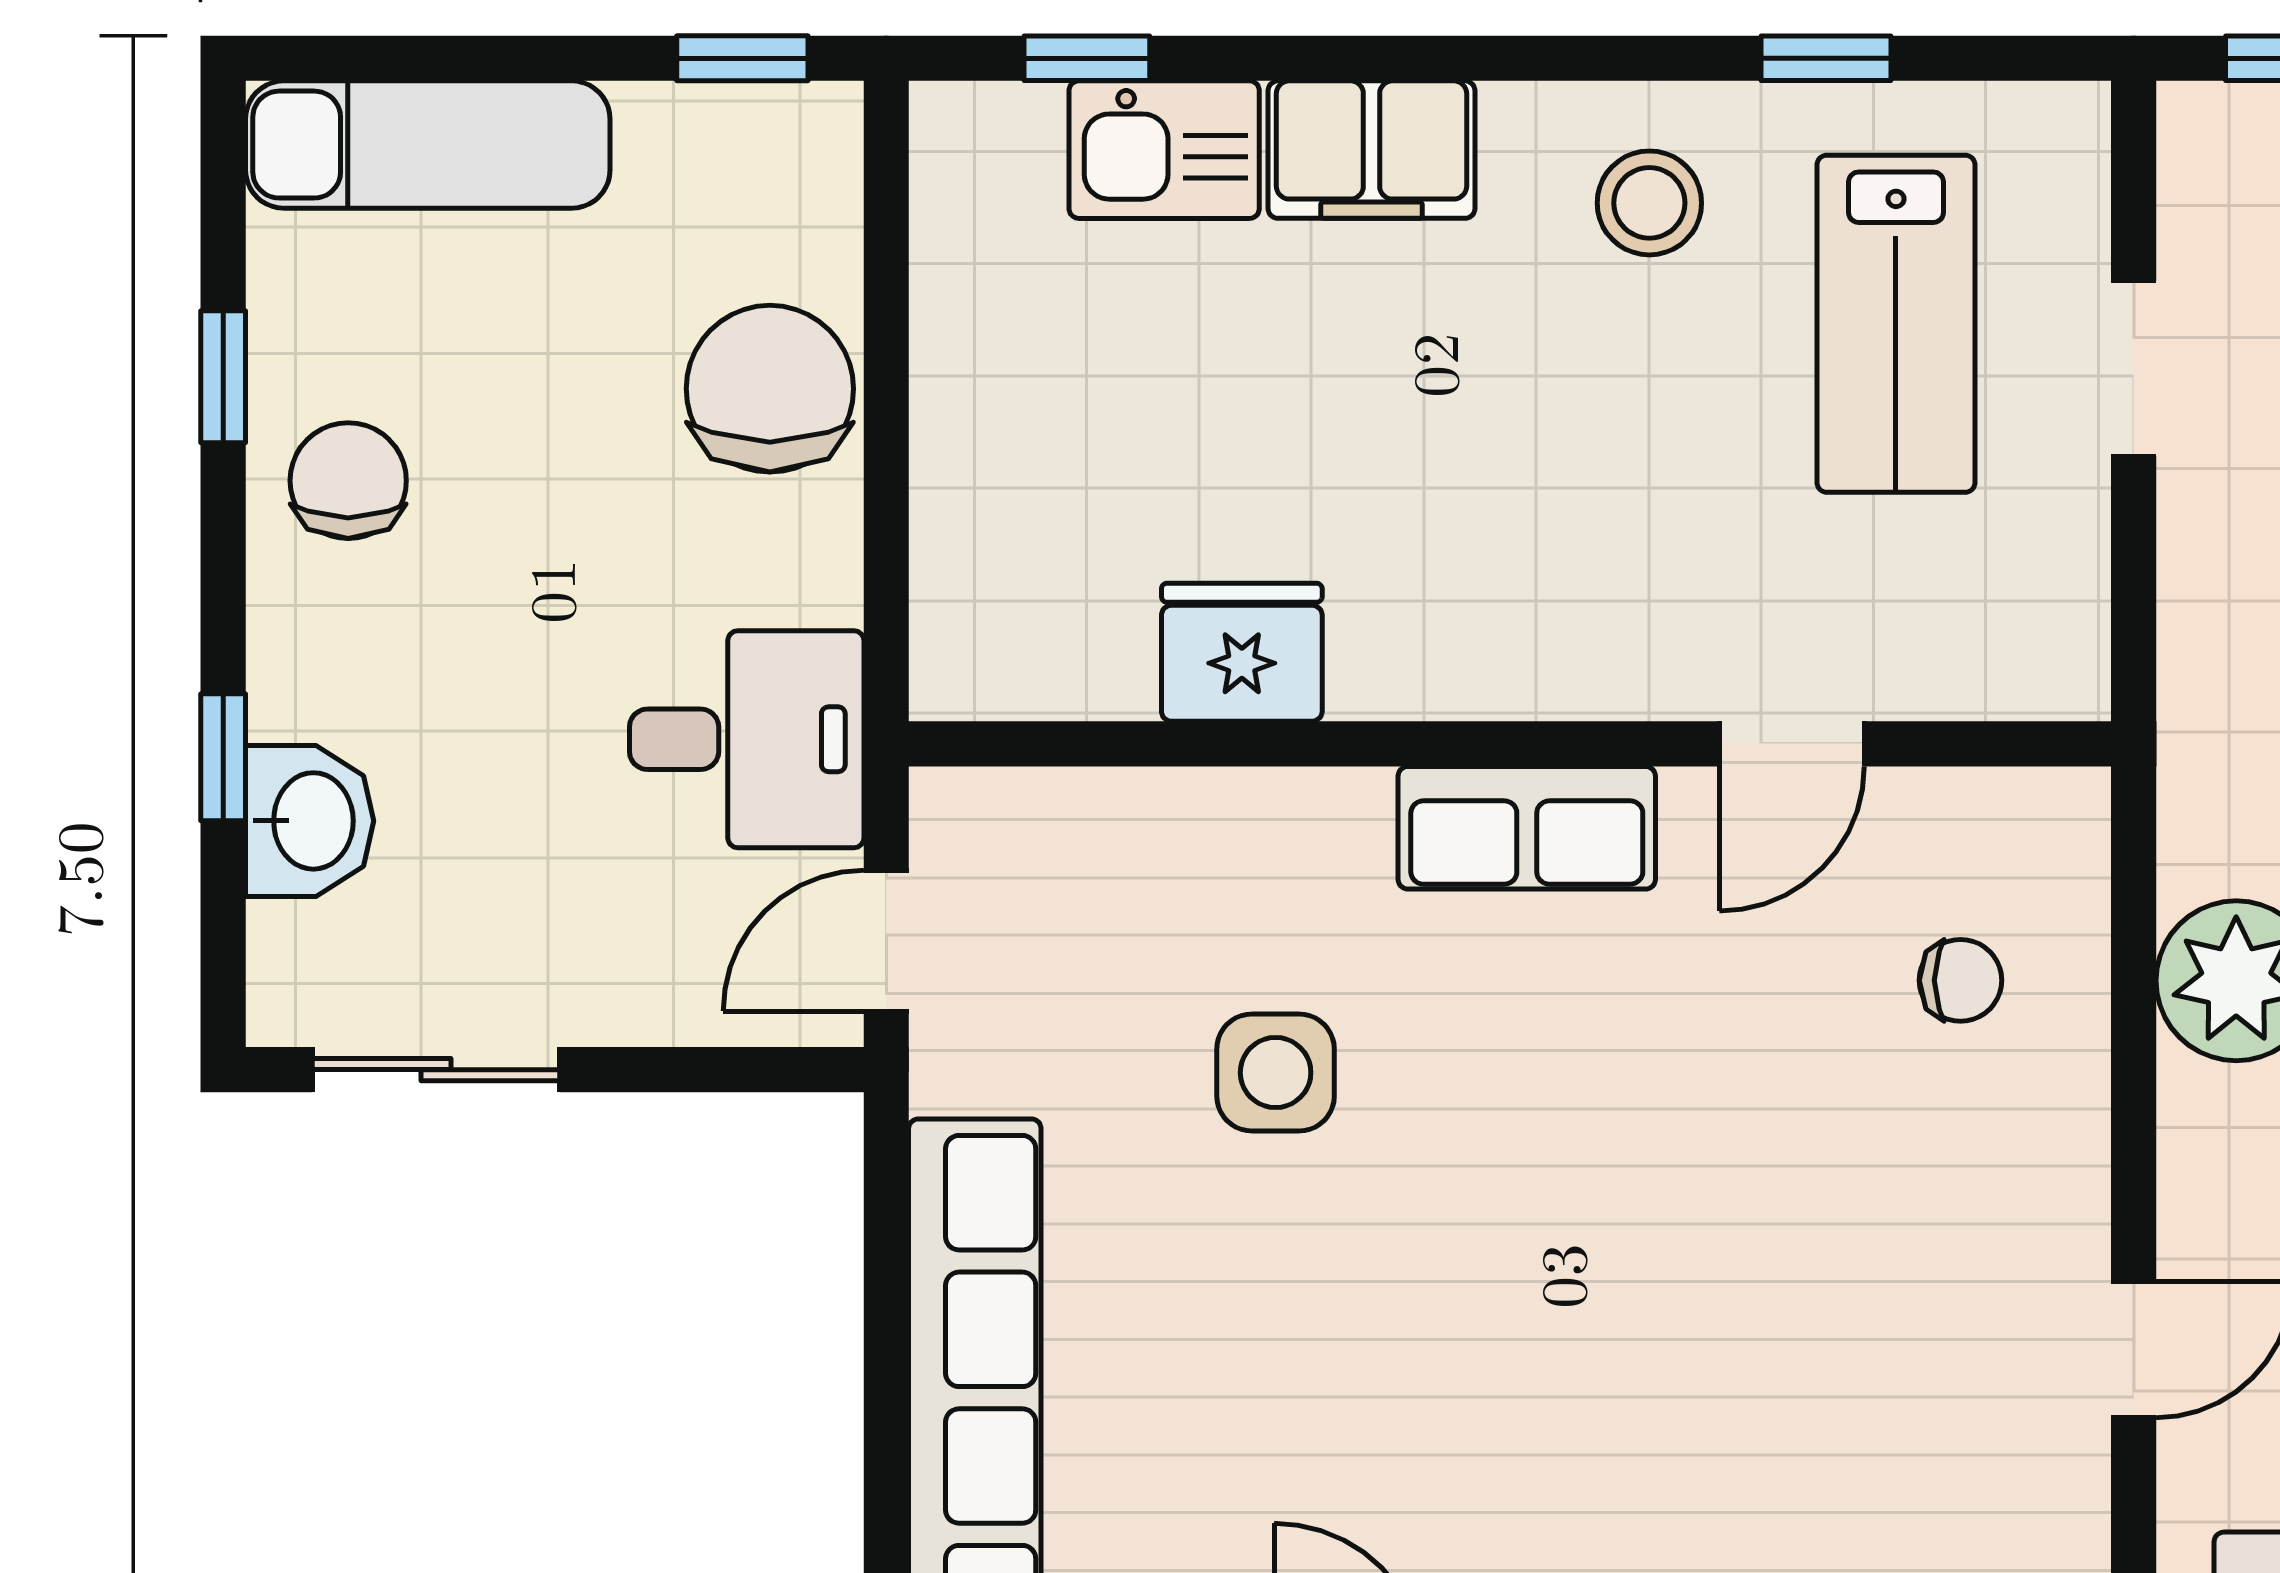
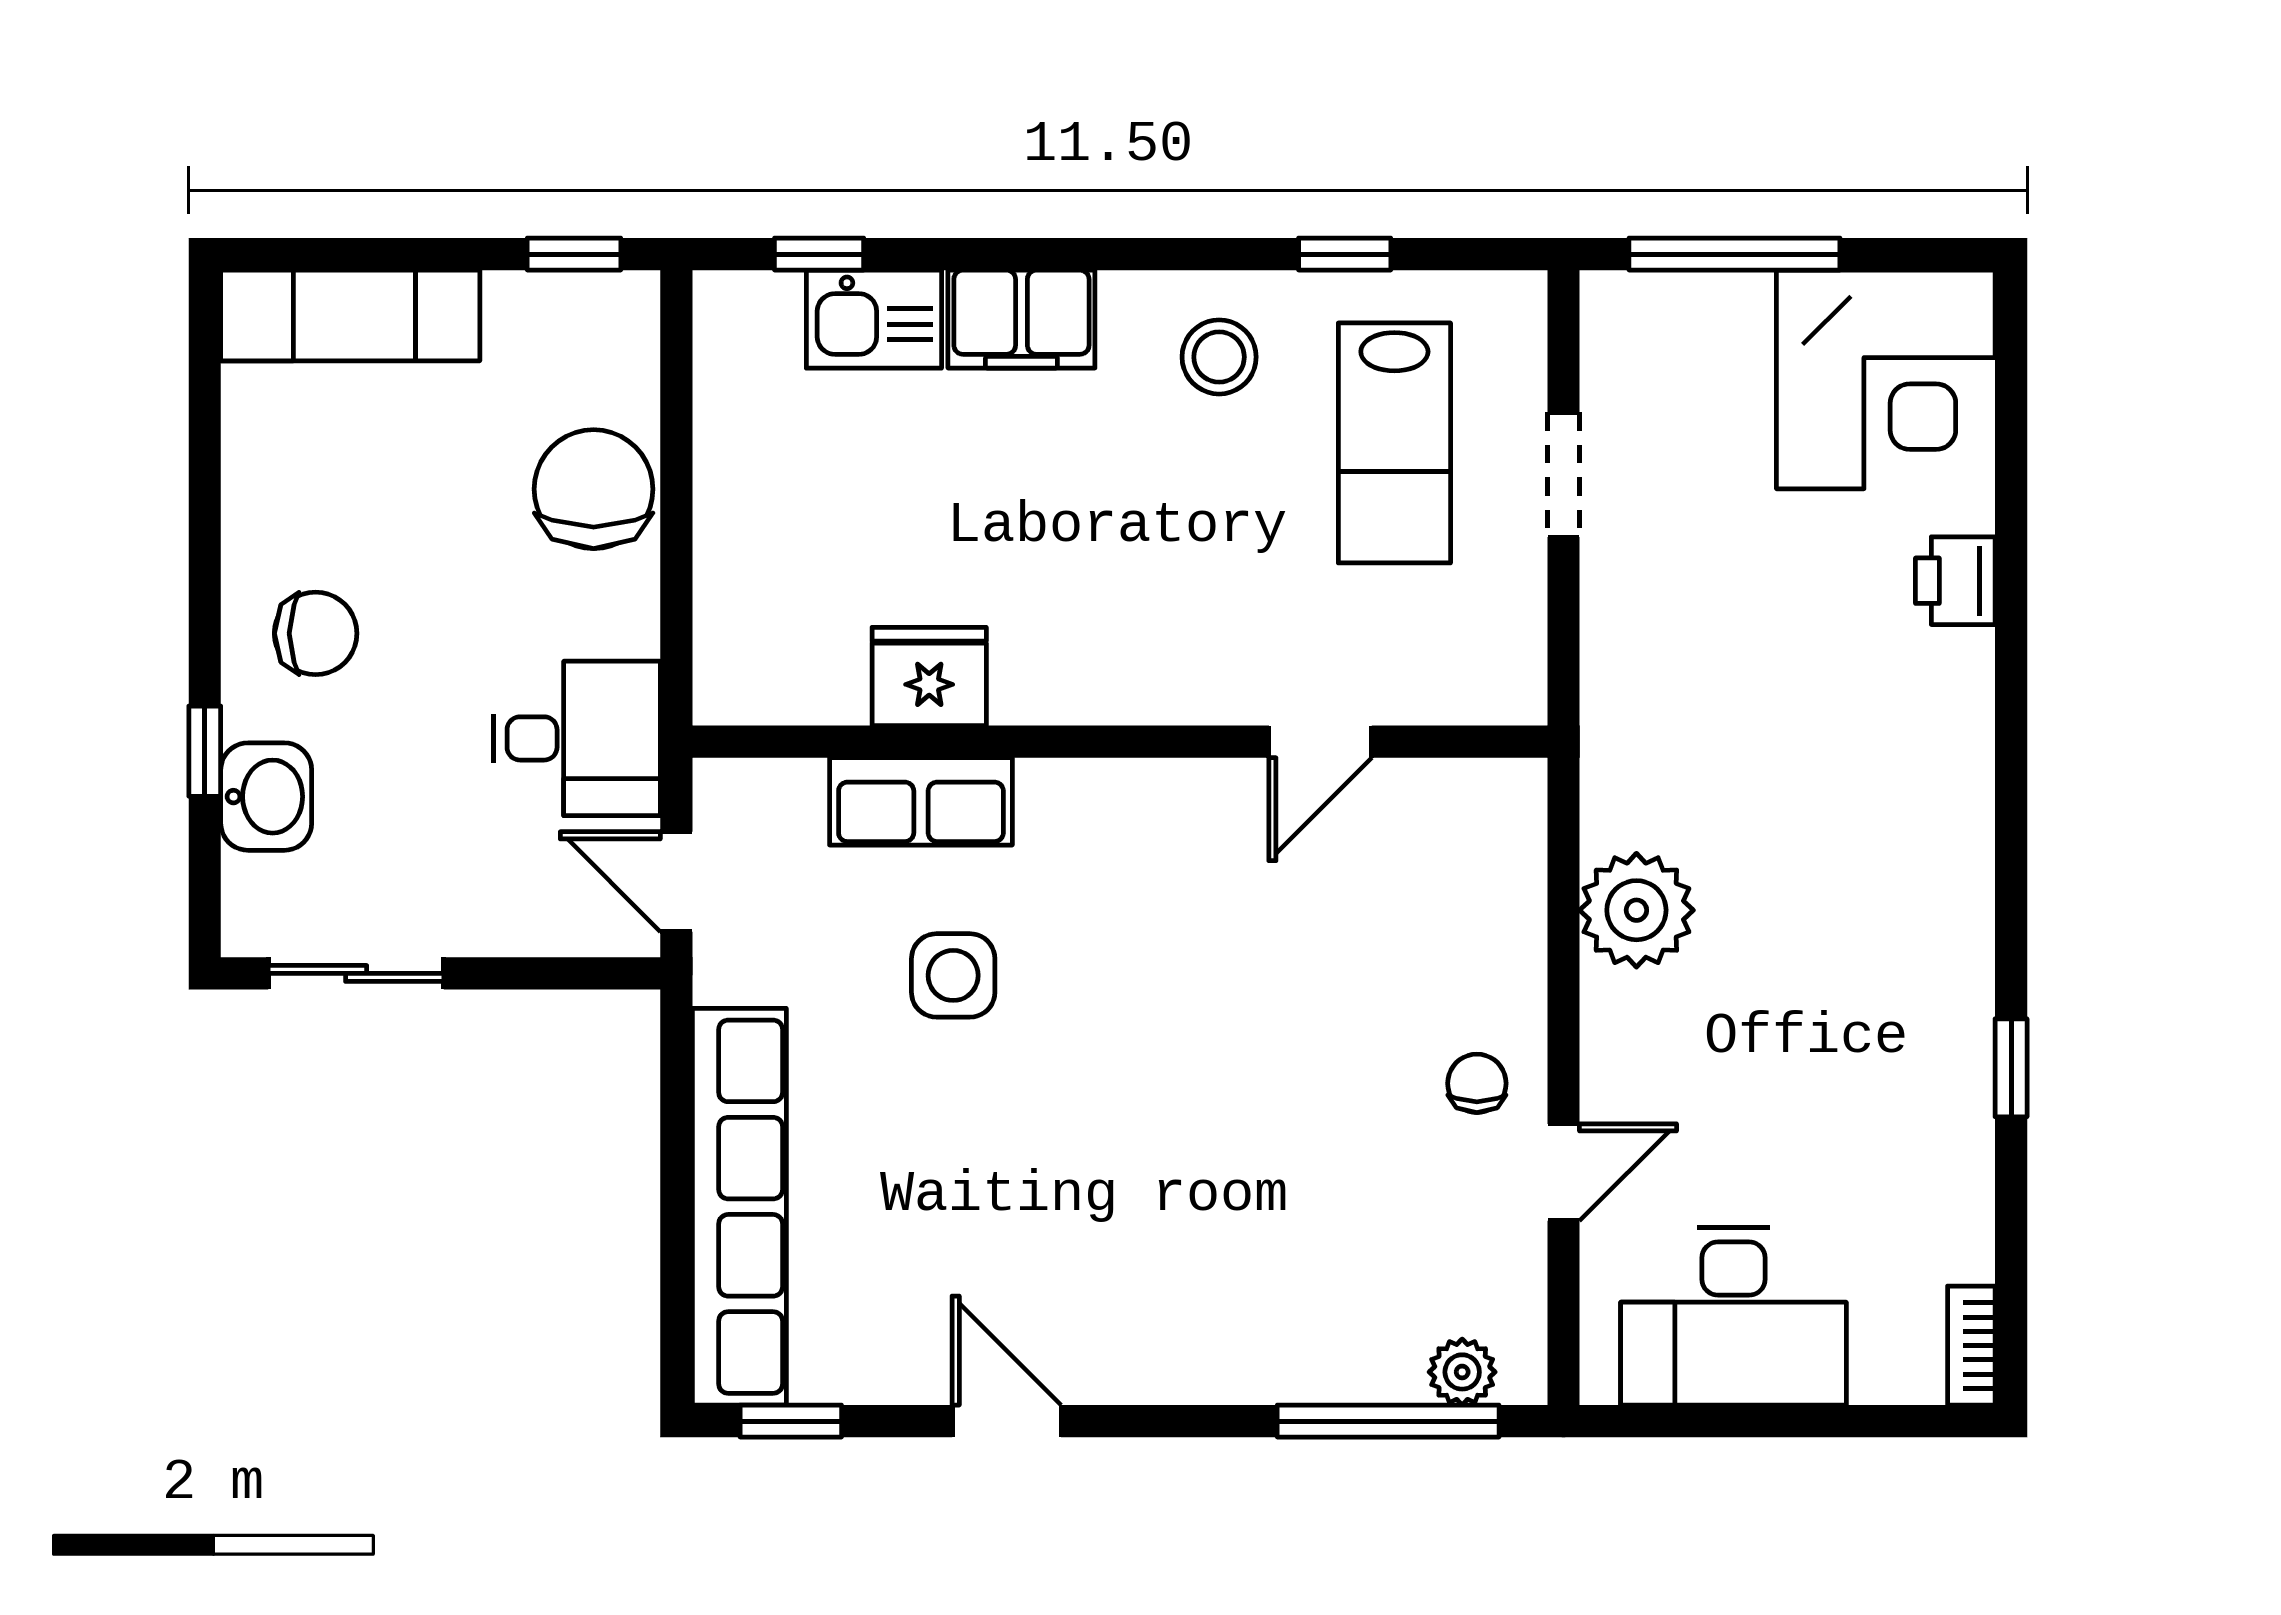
window: (223, 377) -> (205, 481), removed
chair: (348, 481) -> (316, 633), moved, turned 90
row of seats: (1527, 828) -> (921, 801), moved
door: (886, 941) -> (676, 882), hinge flipped
chair: (1960, 980) -> (1477, 1083), moved, turned -90

